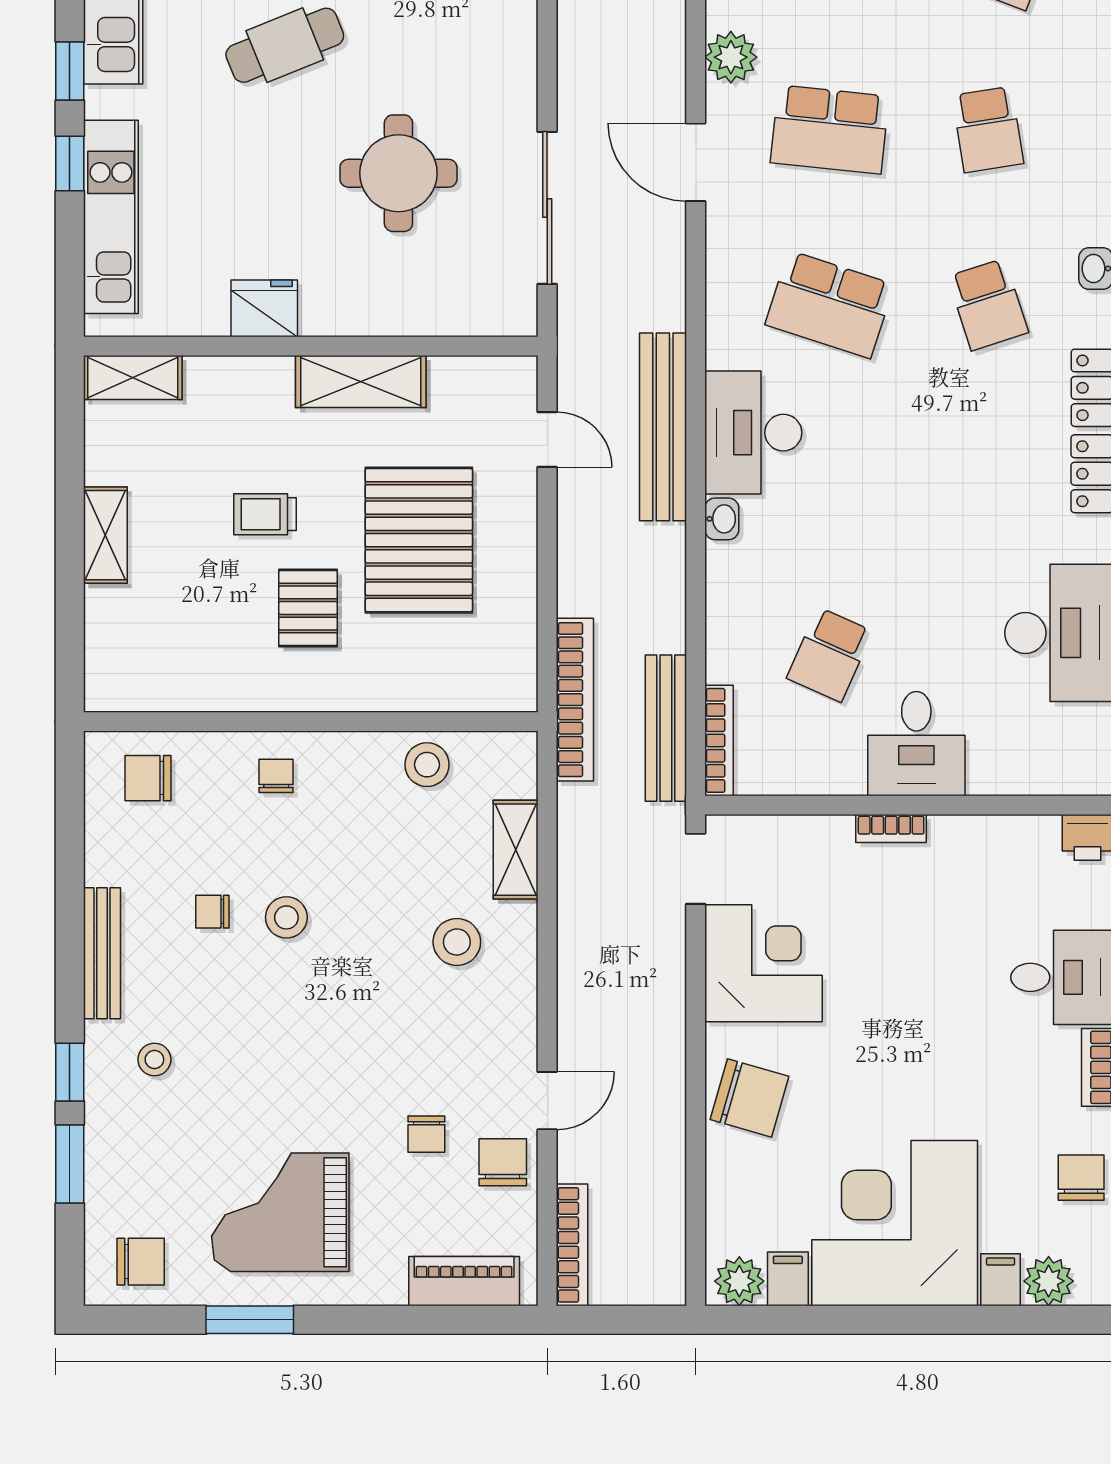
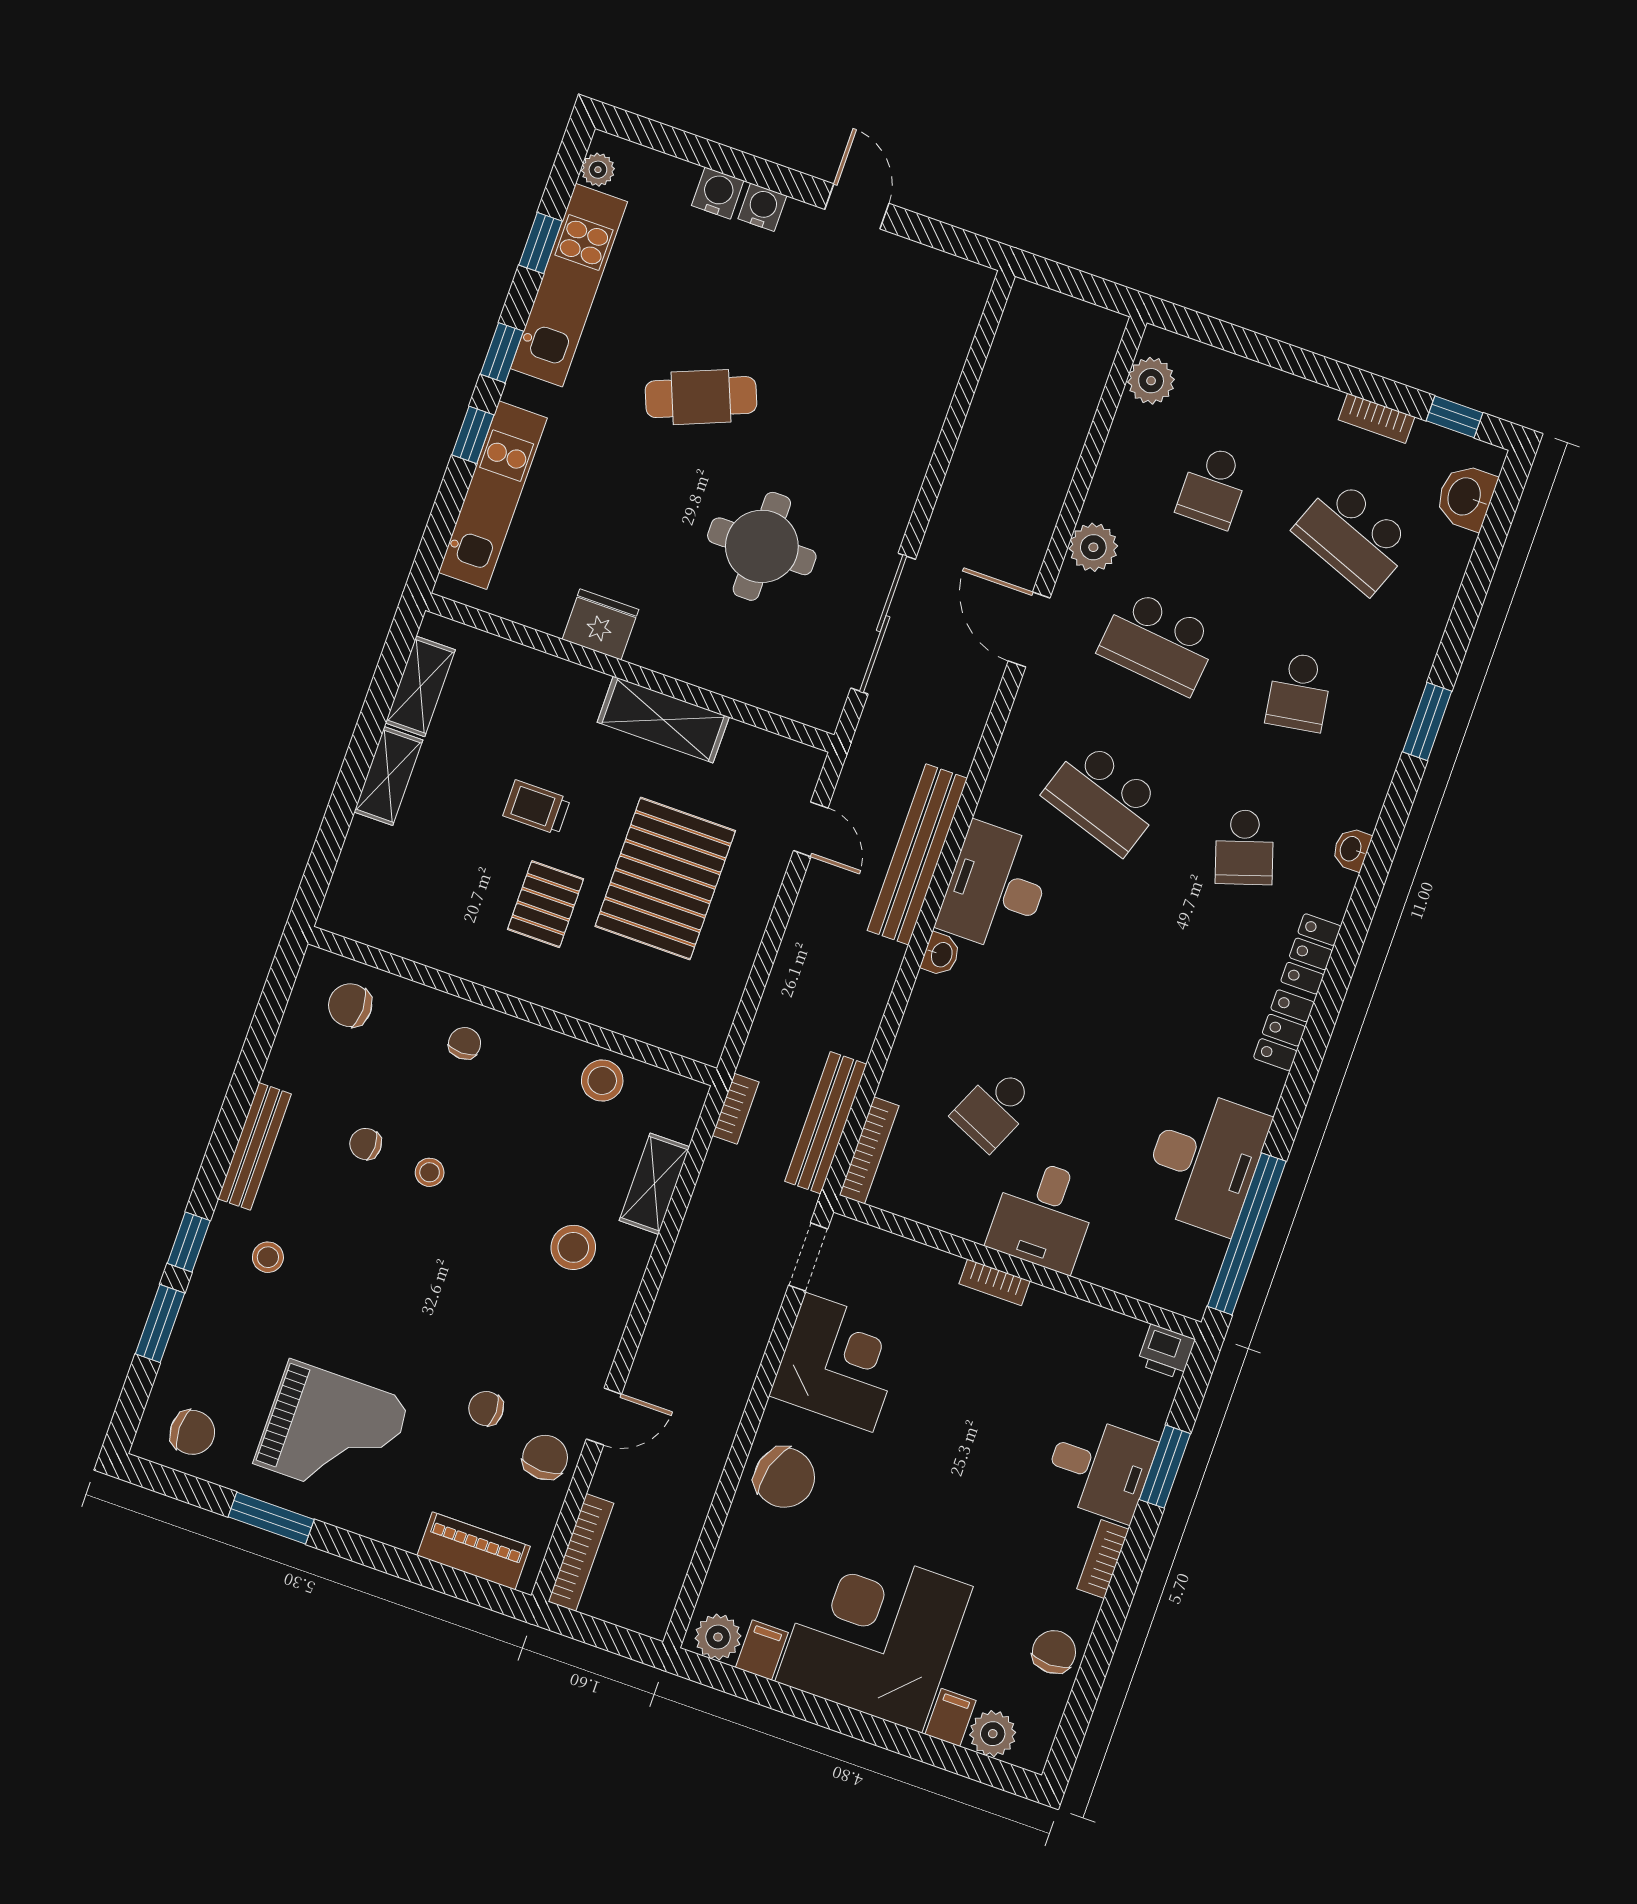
shelving: (133, 378) -> (420, 686), moved, turned 90
bookcase: (575, 700) -> (736, 1109), width x0.43, depth x0.76
stool: (286, 917) -> (430, 1172), width x0.73, depth x0.73
chair: (426, 1134) -> (486, 1408), turned 90
grand piano: (280, 1212) -> (332, 1432), turned 180

